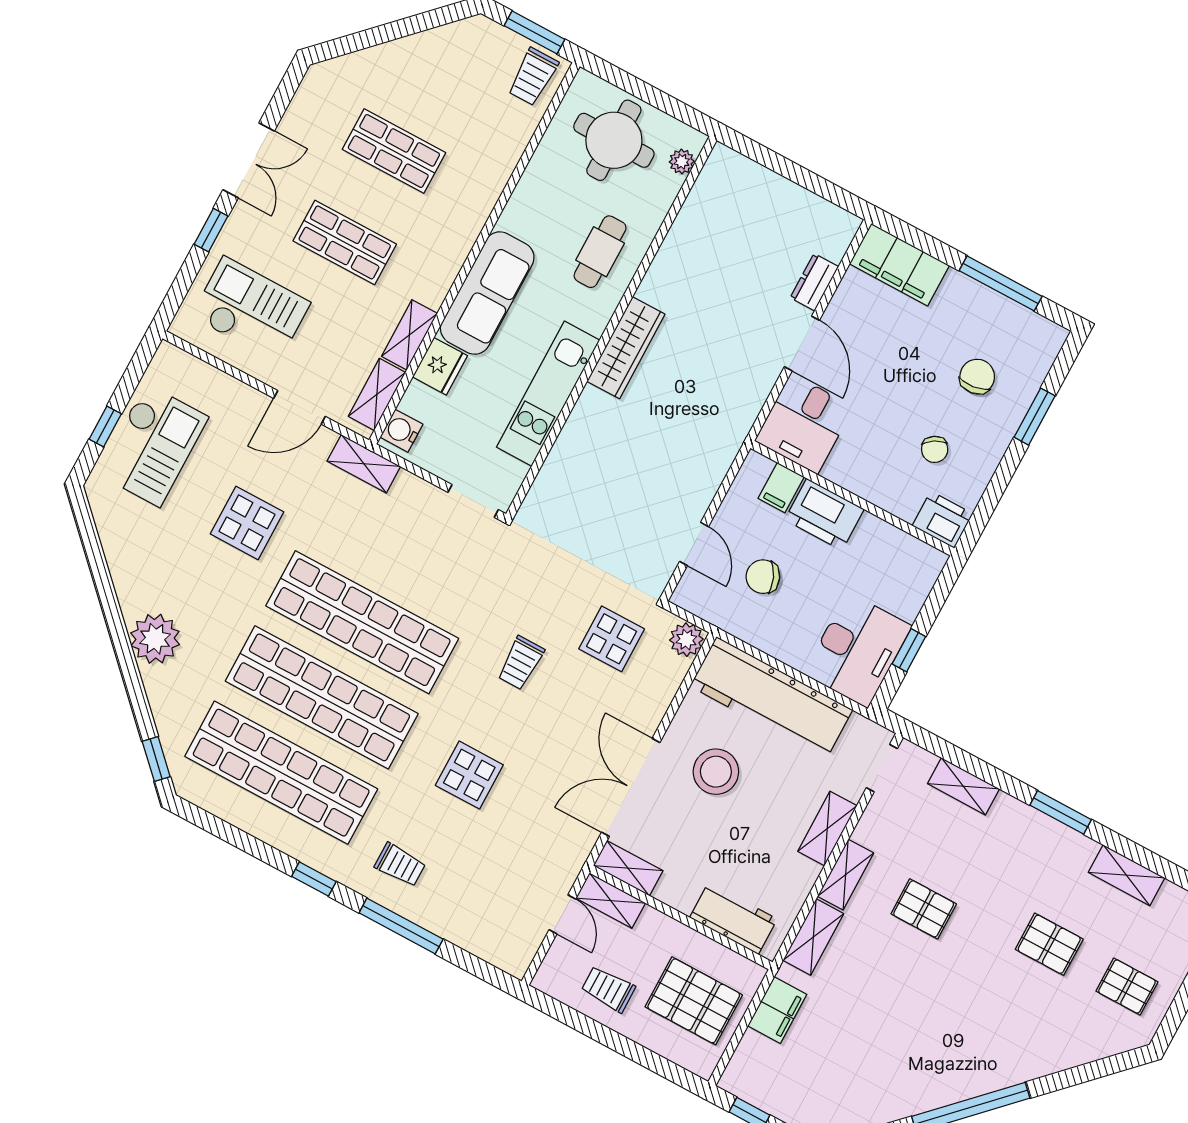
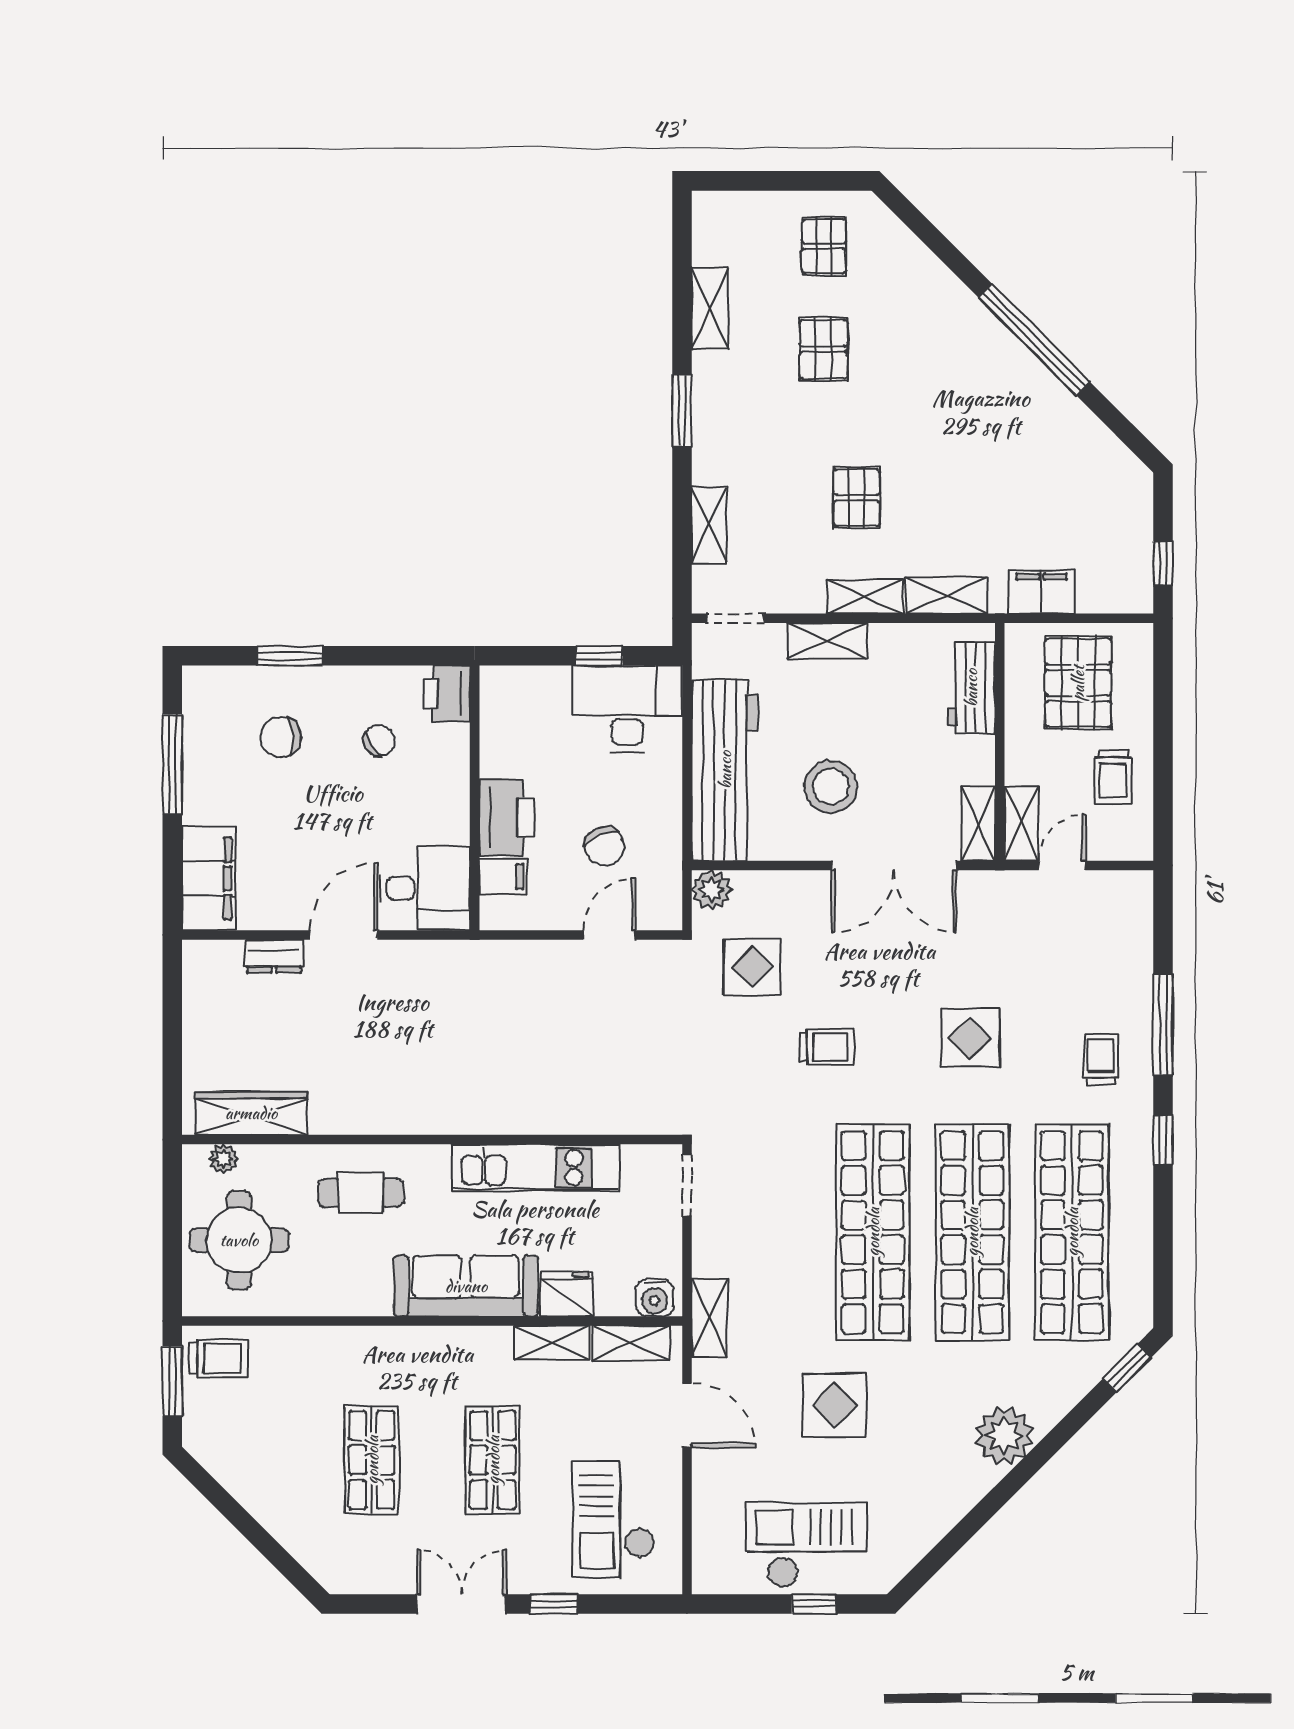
wardrobe: (626, 348) -> (251, 1113), moved

